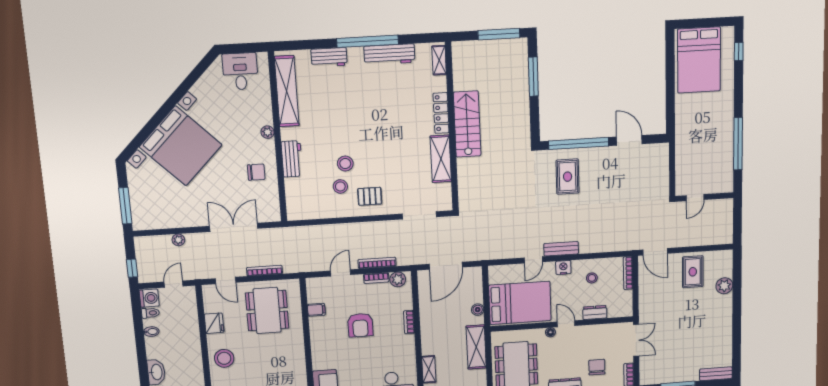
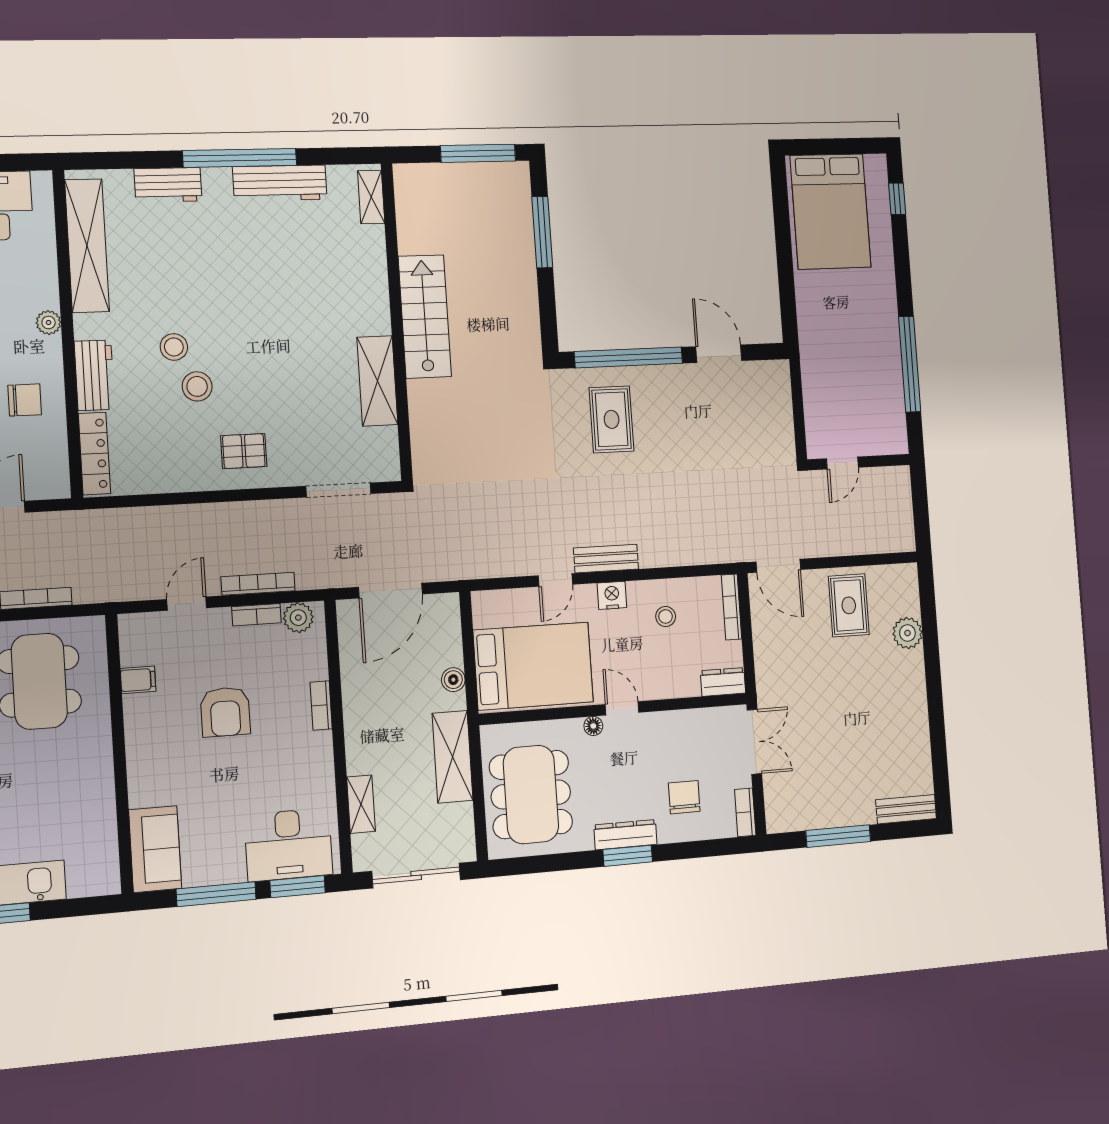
locker: (441, 113) -> (94, 454), moved, turned 180
stool: (340, 186) -> (174, 347), moved
dresser: (595, 312) -> (723, 682), moved

